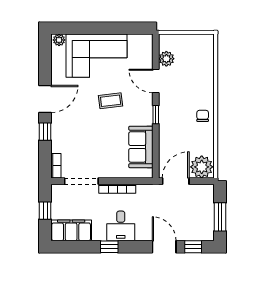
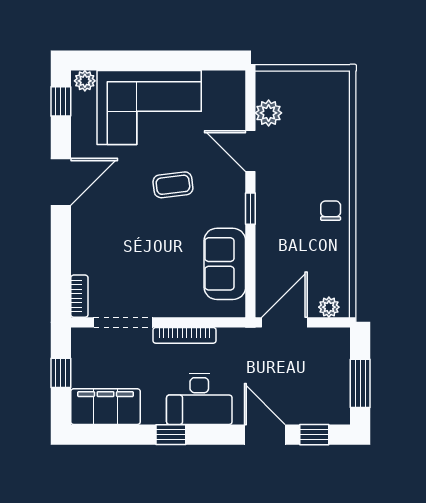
window: (45, 132) -> (61, 101), moved
plant: (202, 167) -> (329, 307), width x0.53, depth x0.53
desk: (121, 226) -> (199, 399), width x1.37

